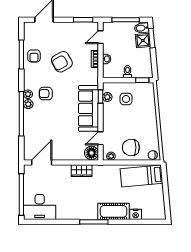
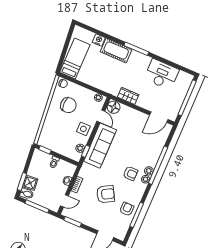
side table: (126, 99) -> (83, 129), moved
door: (100, 138) -> (101, 116), hinge flipped
chair: (131, 147) -> (68, 105), moved
bed: (141, 176) -> (75, 59), moved, turned -85
desk: (40, 207) -> (162, 74), moved

